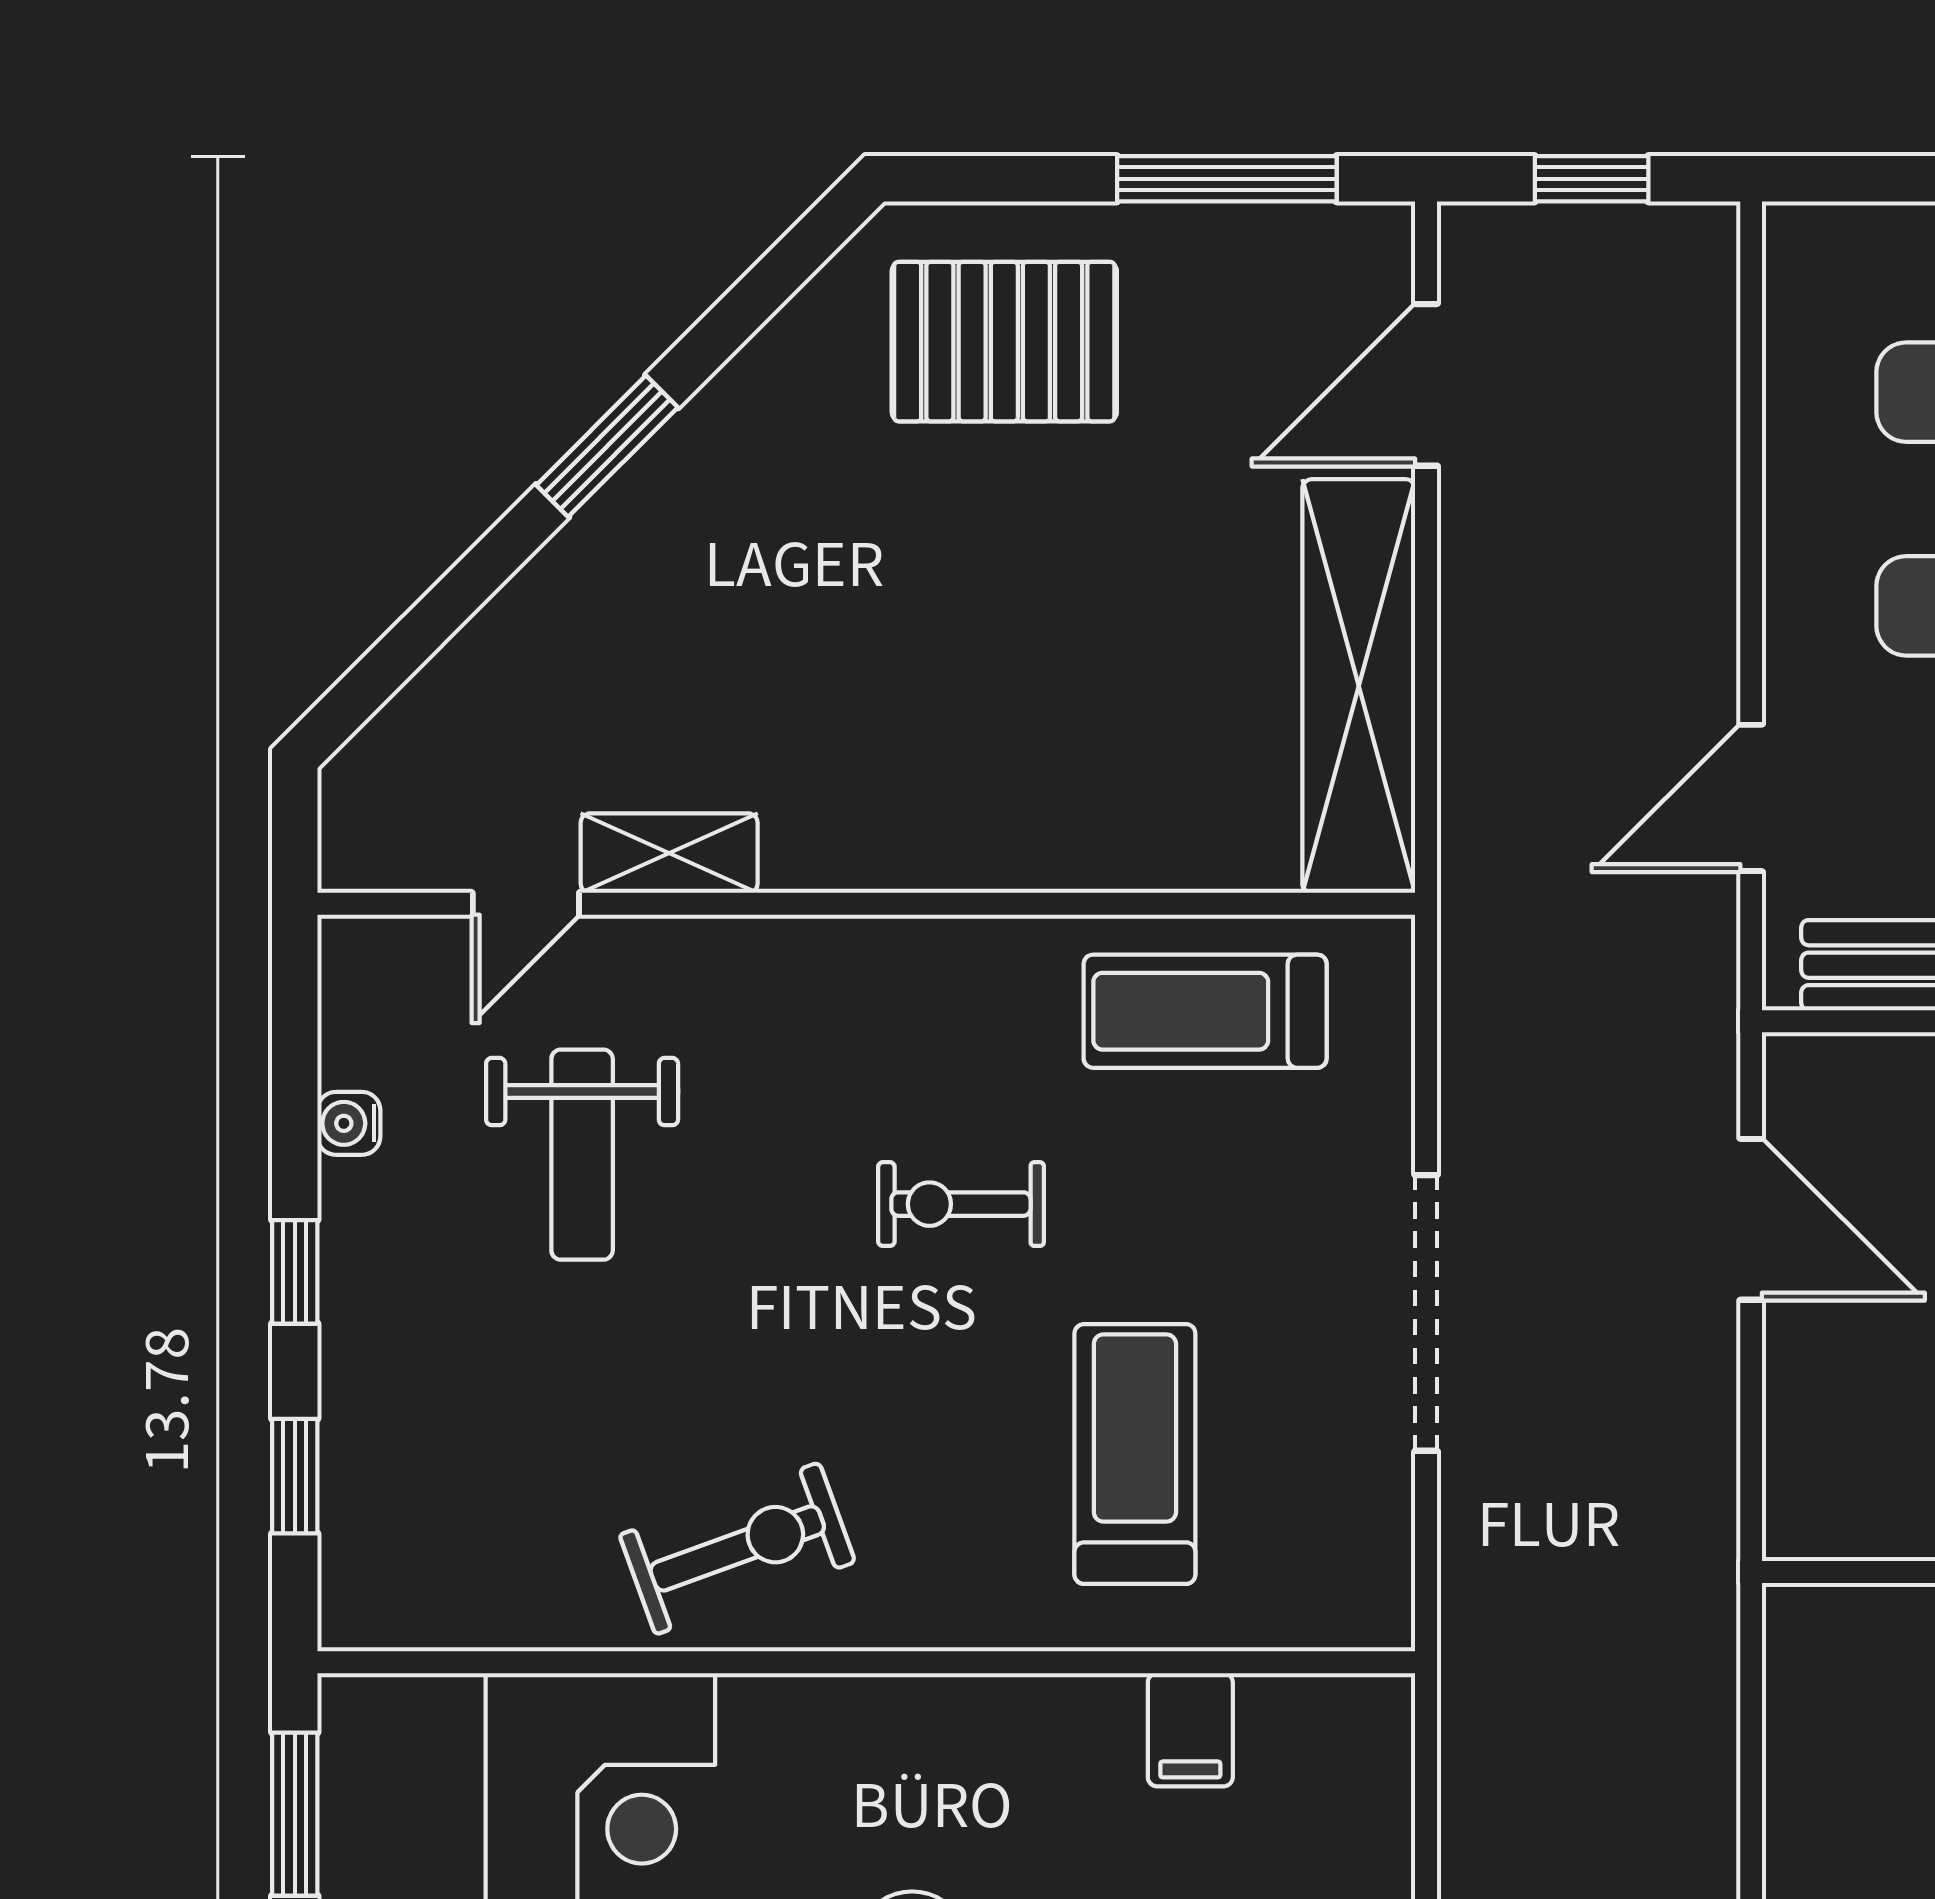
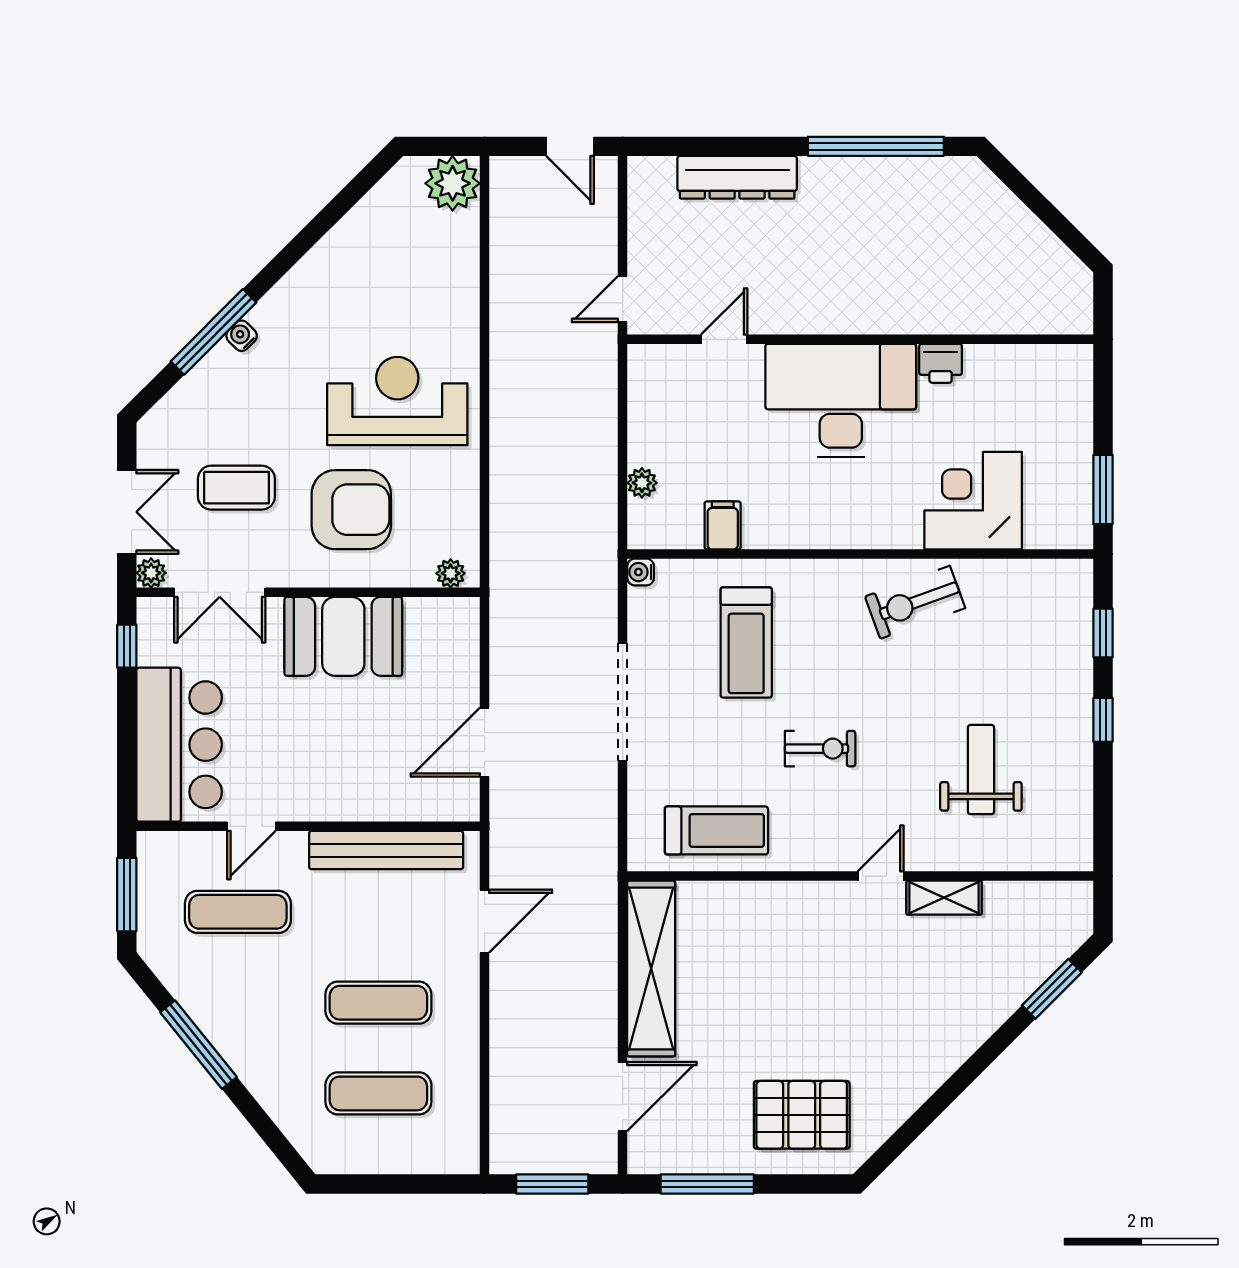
window: (1592, 179) -> (552, 1184), width x1.50
window: (607, 446) -> (1052, 989), moved
door: (526, 904) -> (881, 876), moved
water cooler: (349, 1123) -> (641, 572), moved, turned 180
door: (1751, 1219) -> (485, 742), hinge flipped
plant: (1831, 1617) -> (451, 573), added
plant: (1380, 1830) -> (642, 483), added

